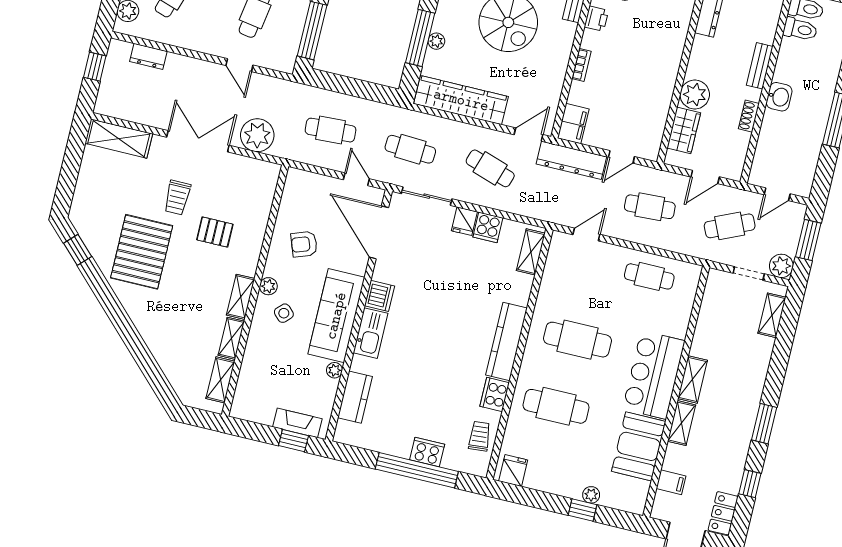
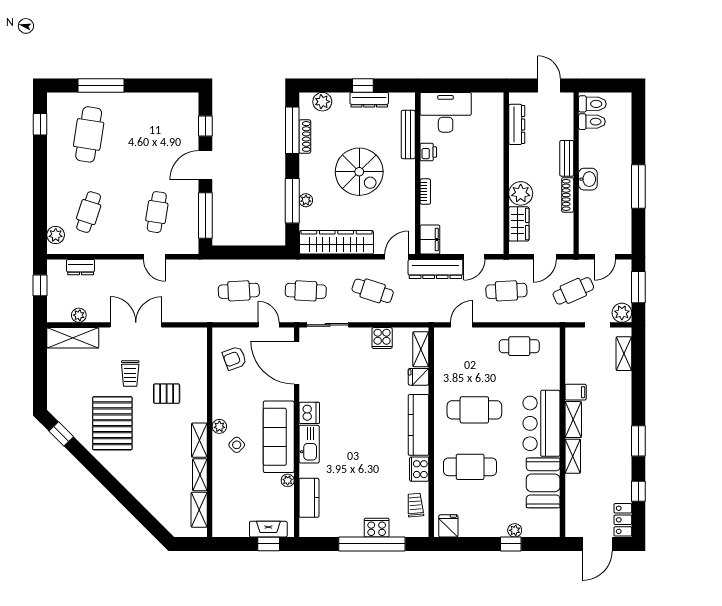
shoe rack: (749, 116) -> (568, 195), width x1.43
plant: (257, 135) -> (79, 315), moved, width x0.53, depth x0.53
fridge: (464, 221) -> (419, 377), moved, turned 90
armchair: (304, 244) -> (234, 358), moved
filing cabinet: (671, 482) -> (576, 392), moved

